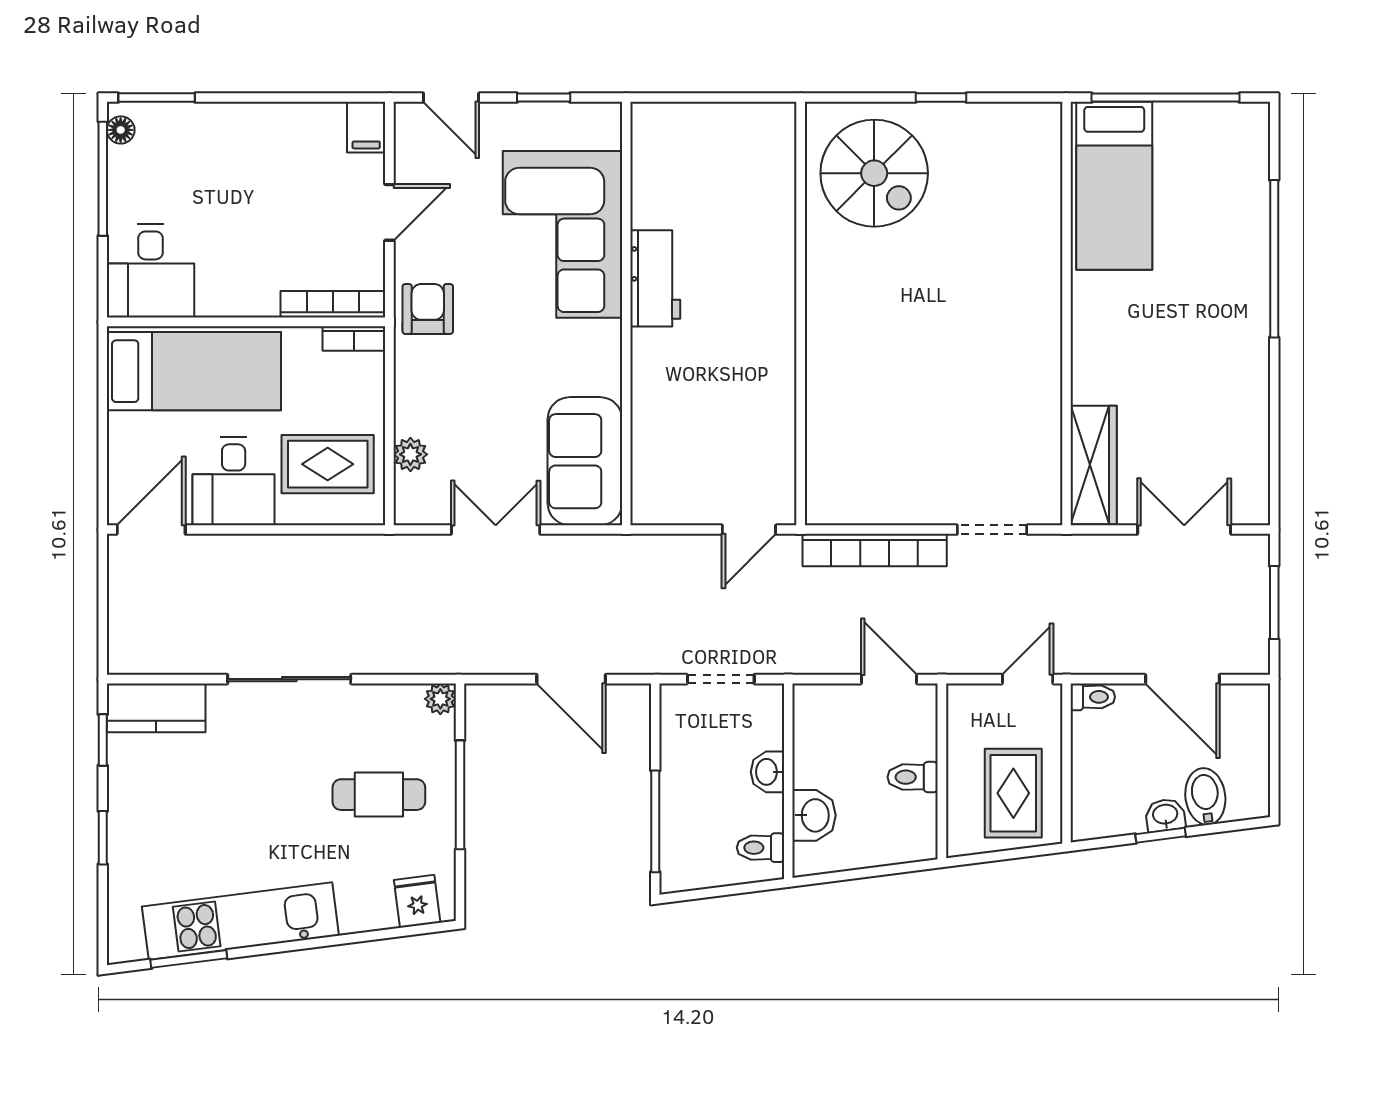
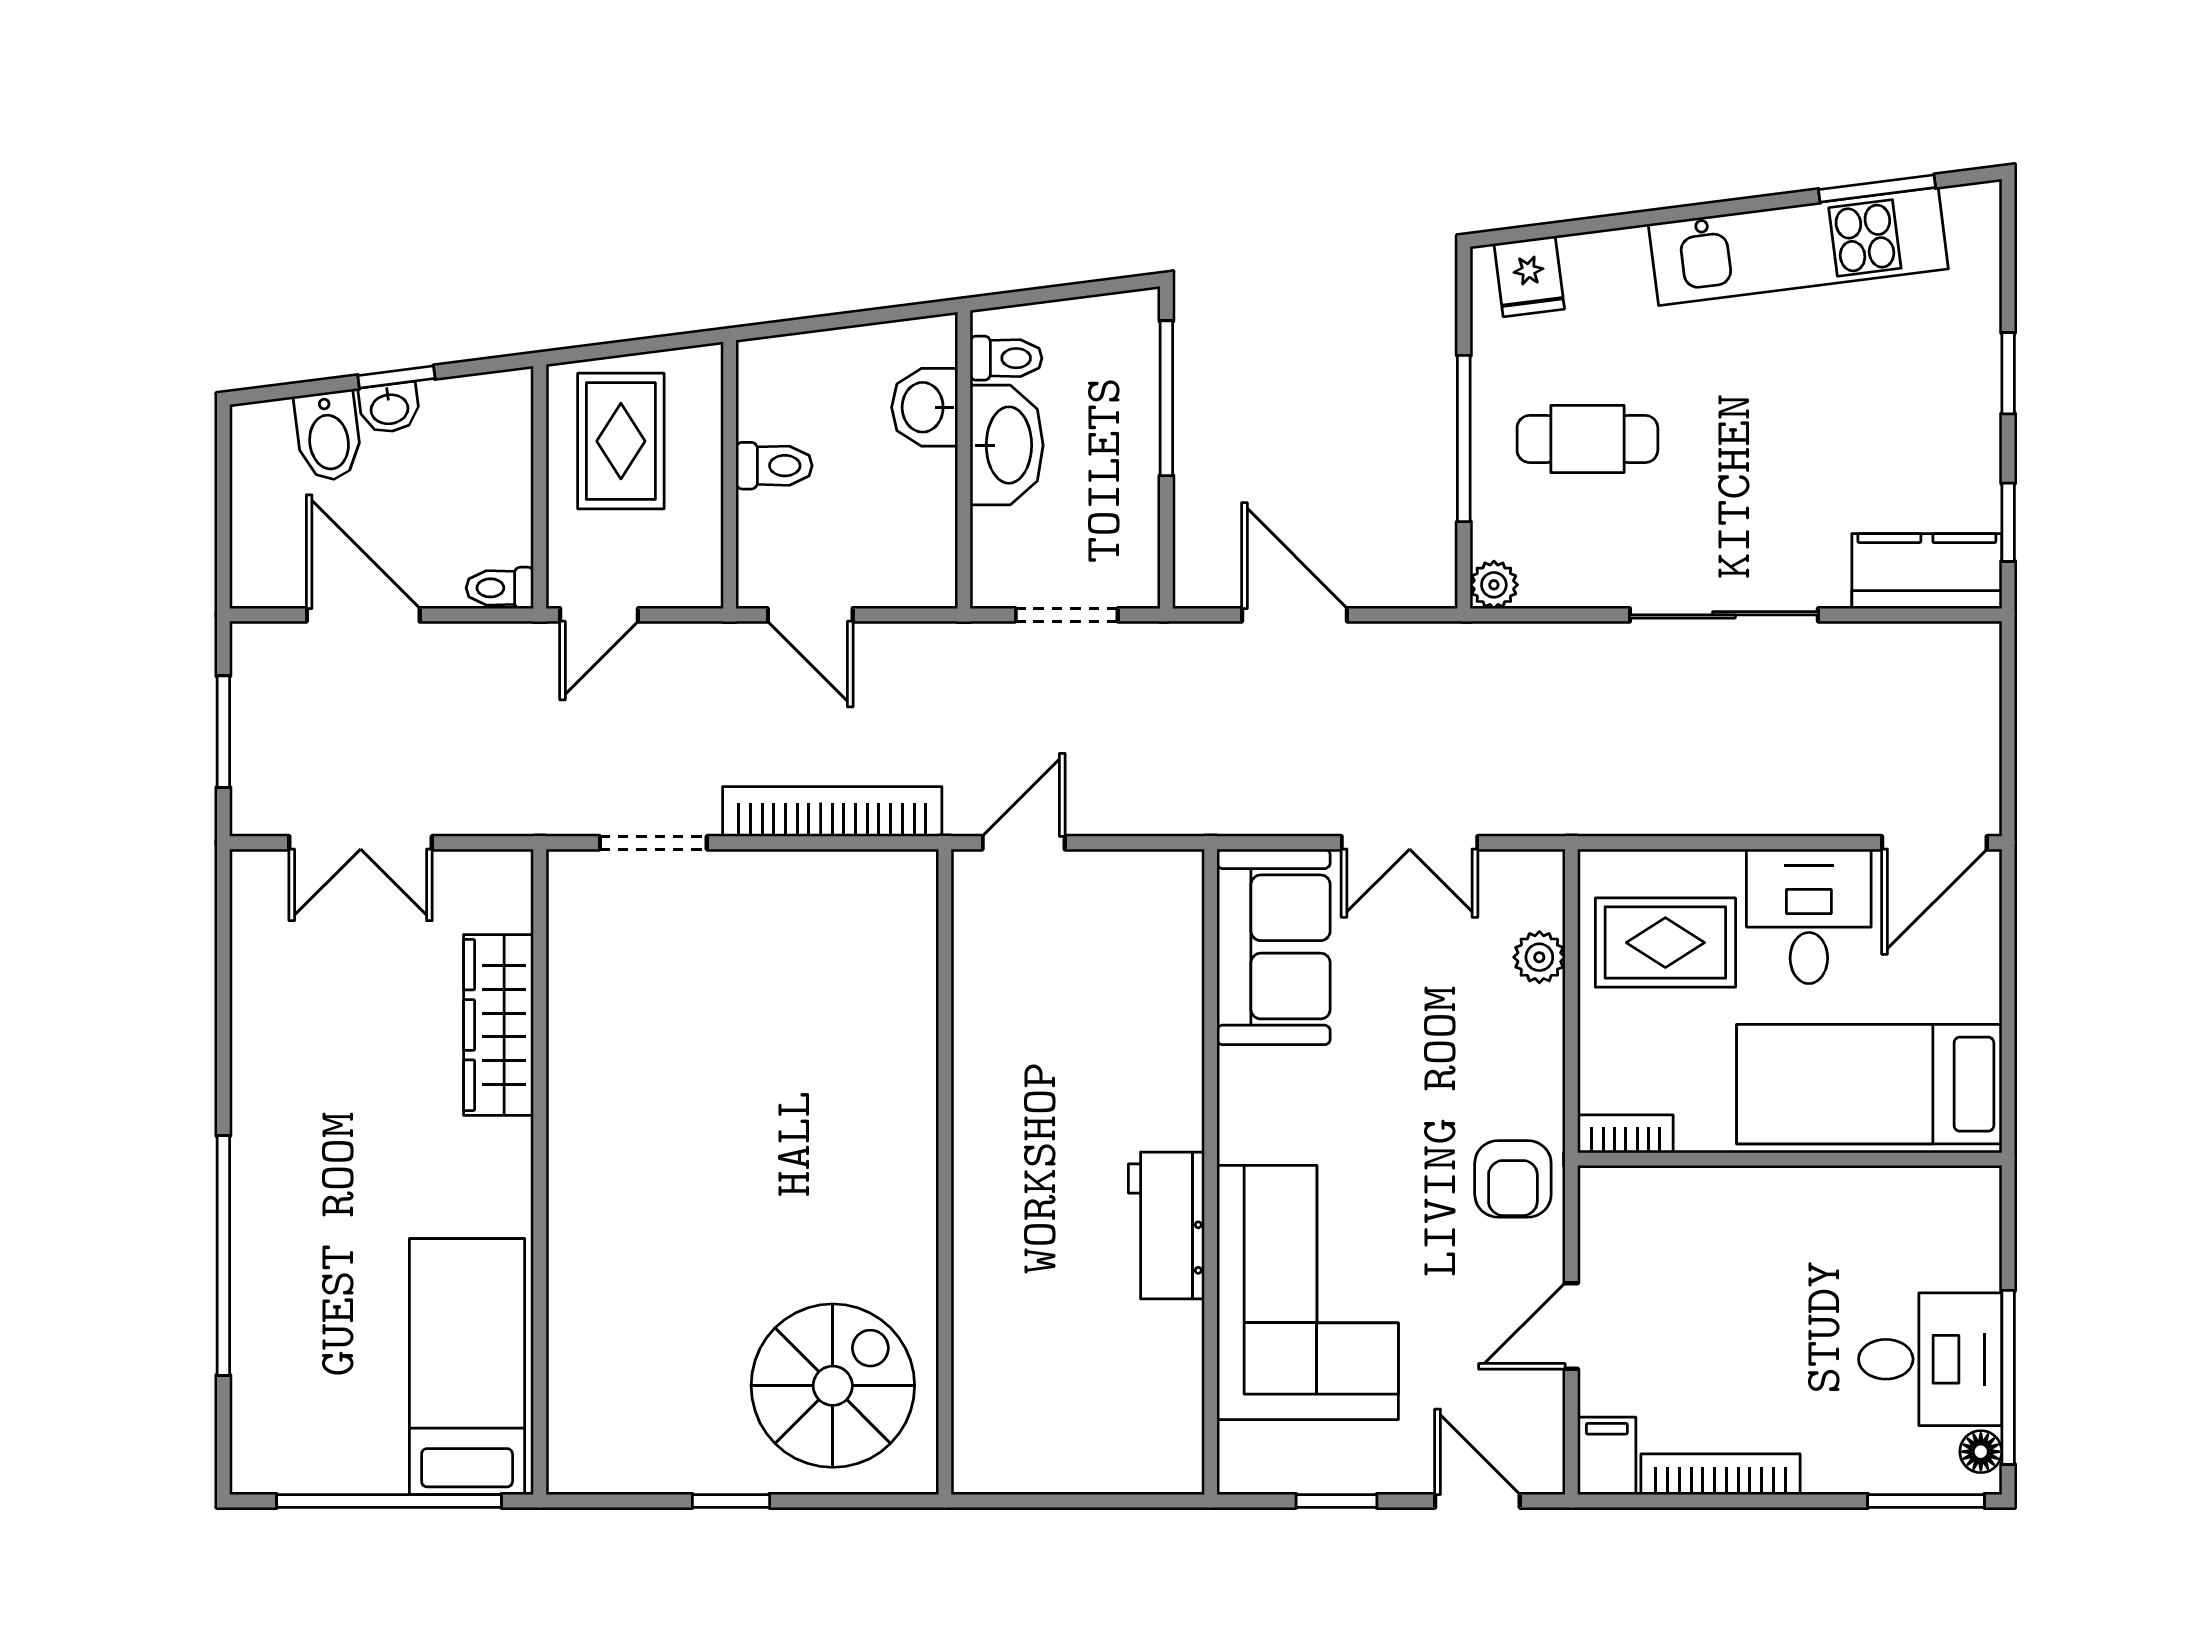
spiral stairs: (874, 173) -> (833, 1386), turned 90
desk: (150, 271) -> (1930, 1359), moved, turned 90
bookcase: (333, 304) -> (1721, 1474), moved, turned 180
wardrobe: (1094, 465) -> (499, 1025), moved
washbasin: (767, 772) -> (1007, 445), width x1.91, depth x1.45

